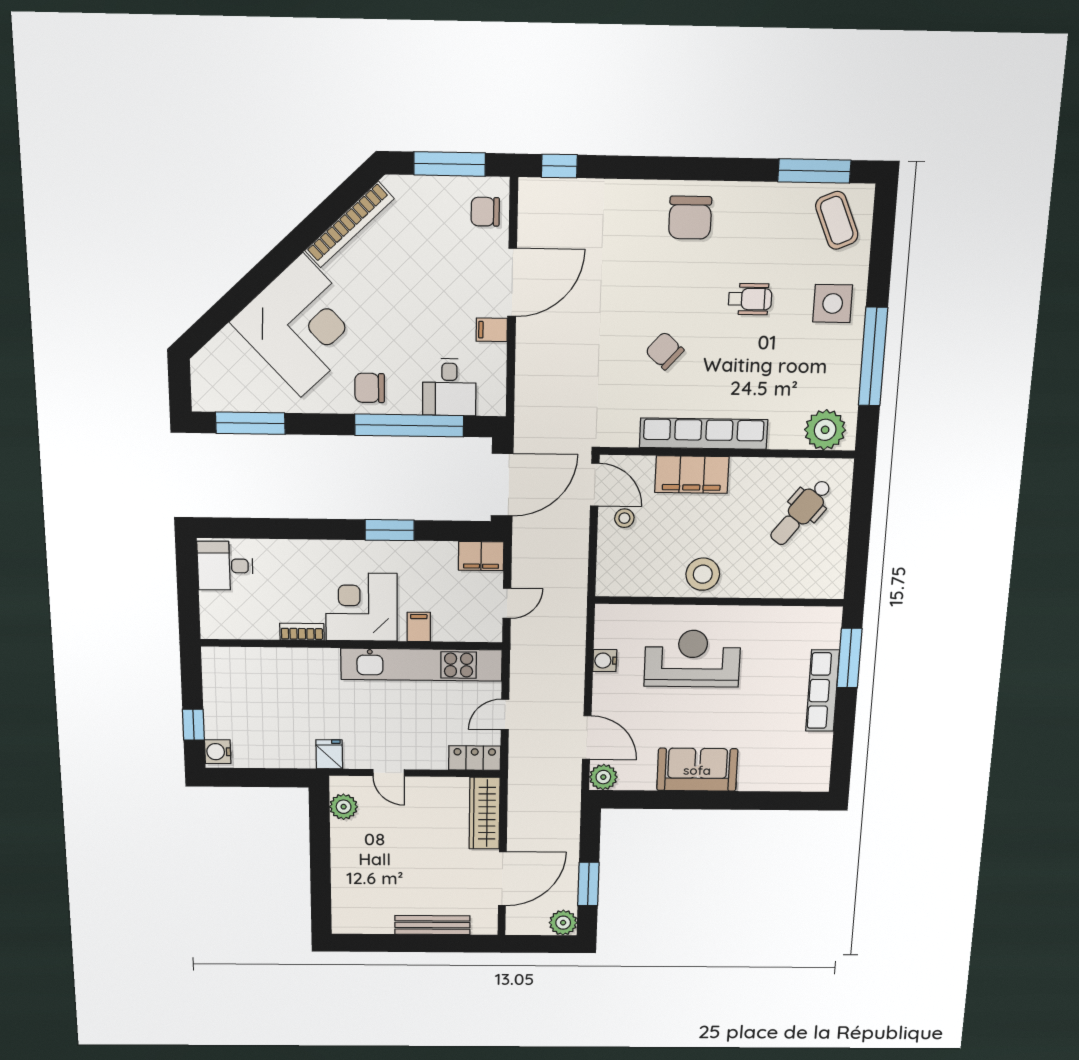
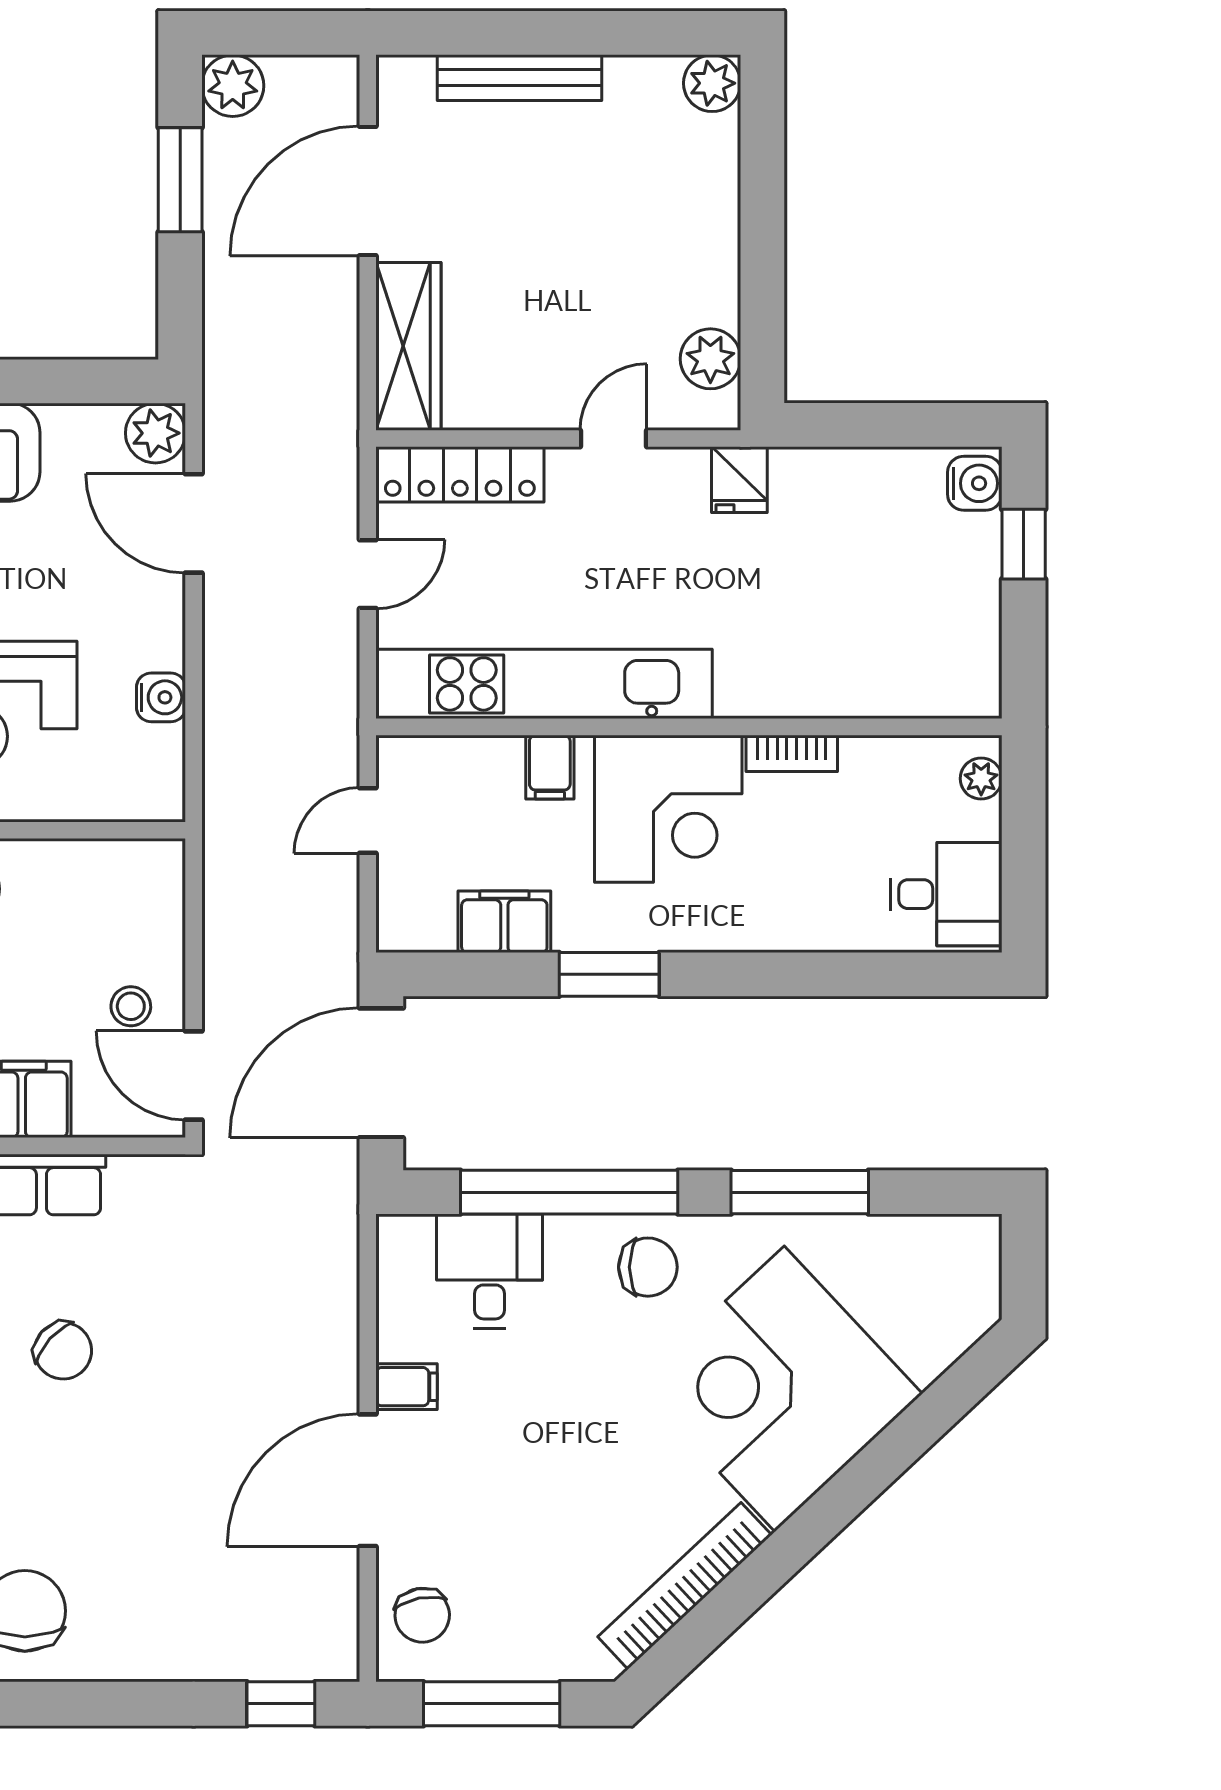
chair: (485, 212) -> (422, 1615), turned 79
window: (250, 423) -> (800, 1192), moved
filing cabinet: (481, 556) -> (504, 922), moved
plant: (210, 619) -> (981, 779), added
locker: (475, 758) -> (460, 474), width x1.53
door: (389, 773) -> (614, 438), hinge flipped
plant: (344, 922) -> (712, 83), added

